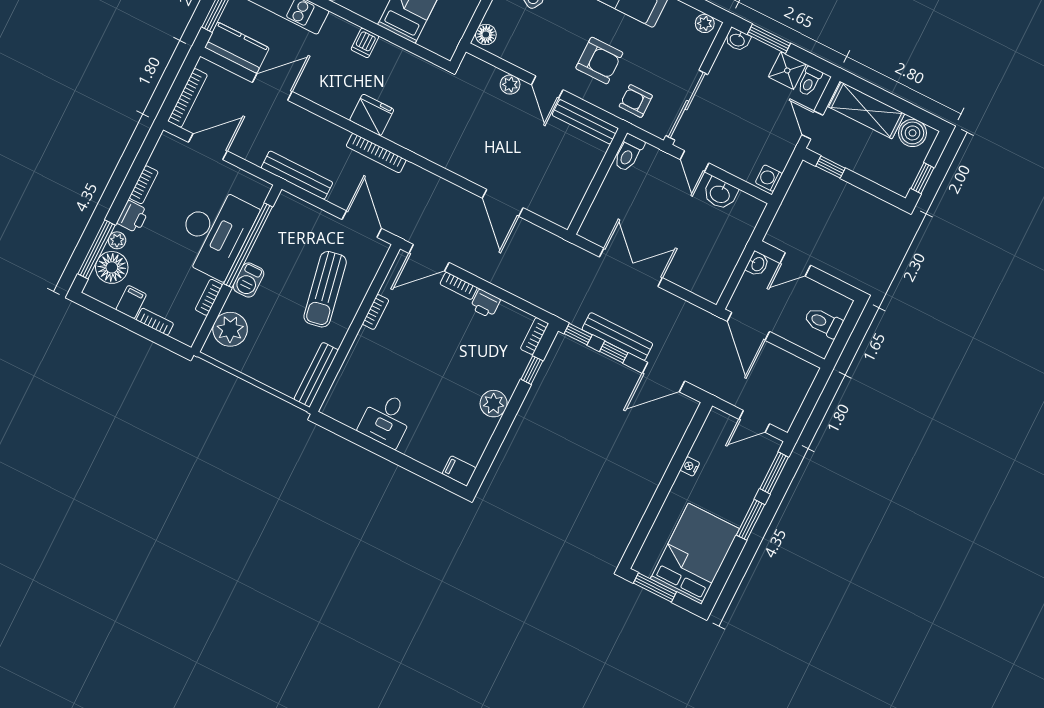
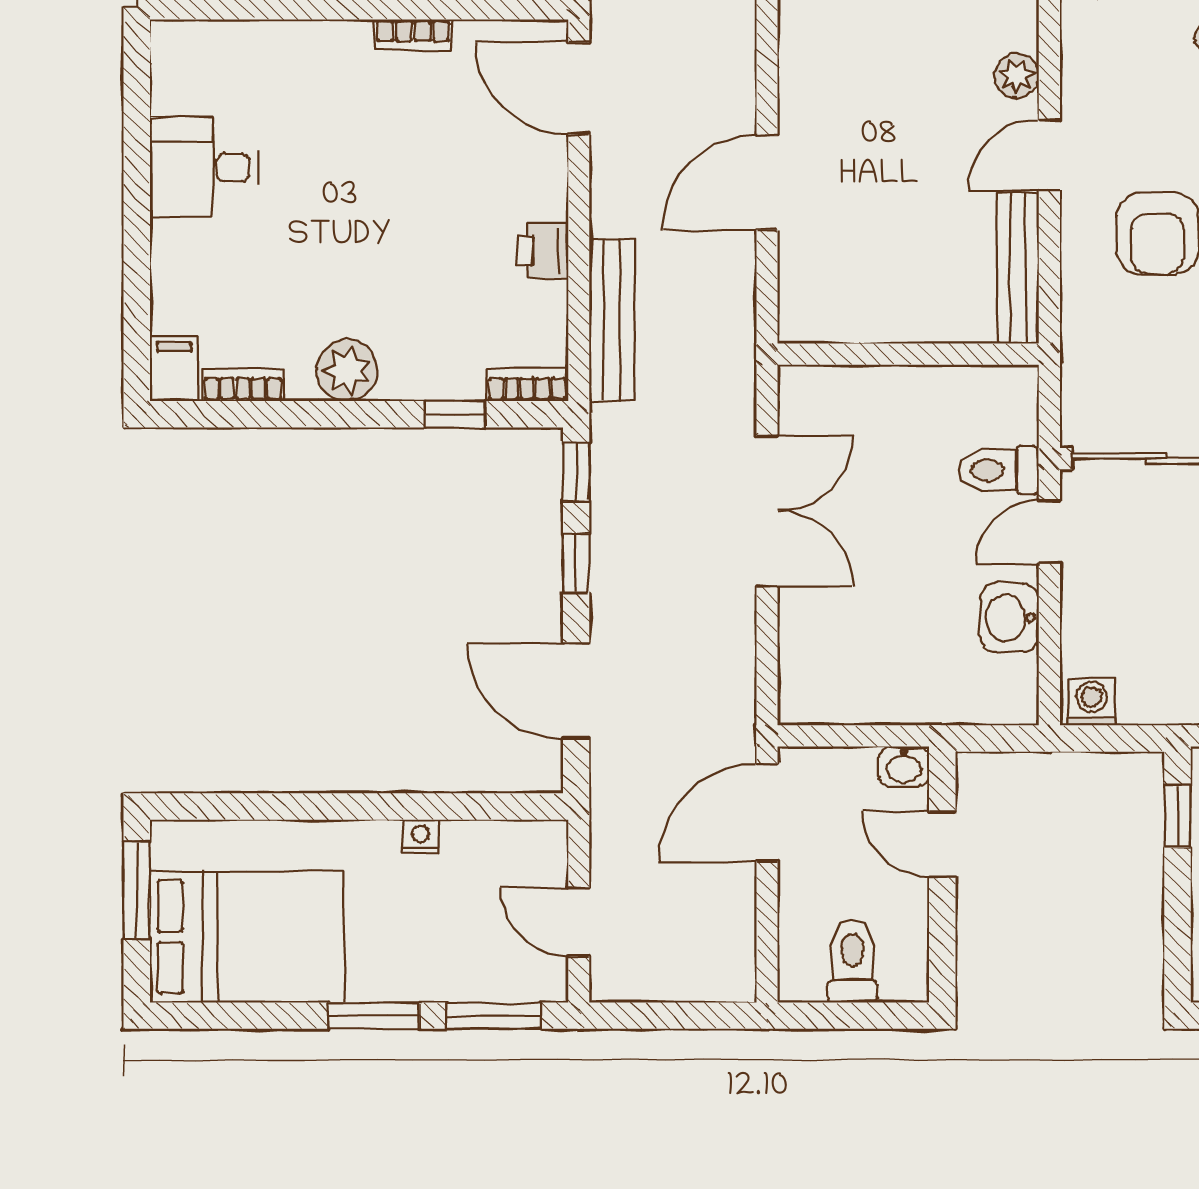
armchair: (636, 101) -> (1112, 350), removed
toilet: (629, 153) -> (999, 470), moved
bookcase: (459, 286) -> (243, 385), moved, turned 90
bench: (617, 336) -> (612, 320), moved

